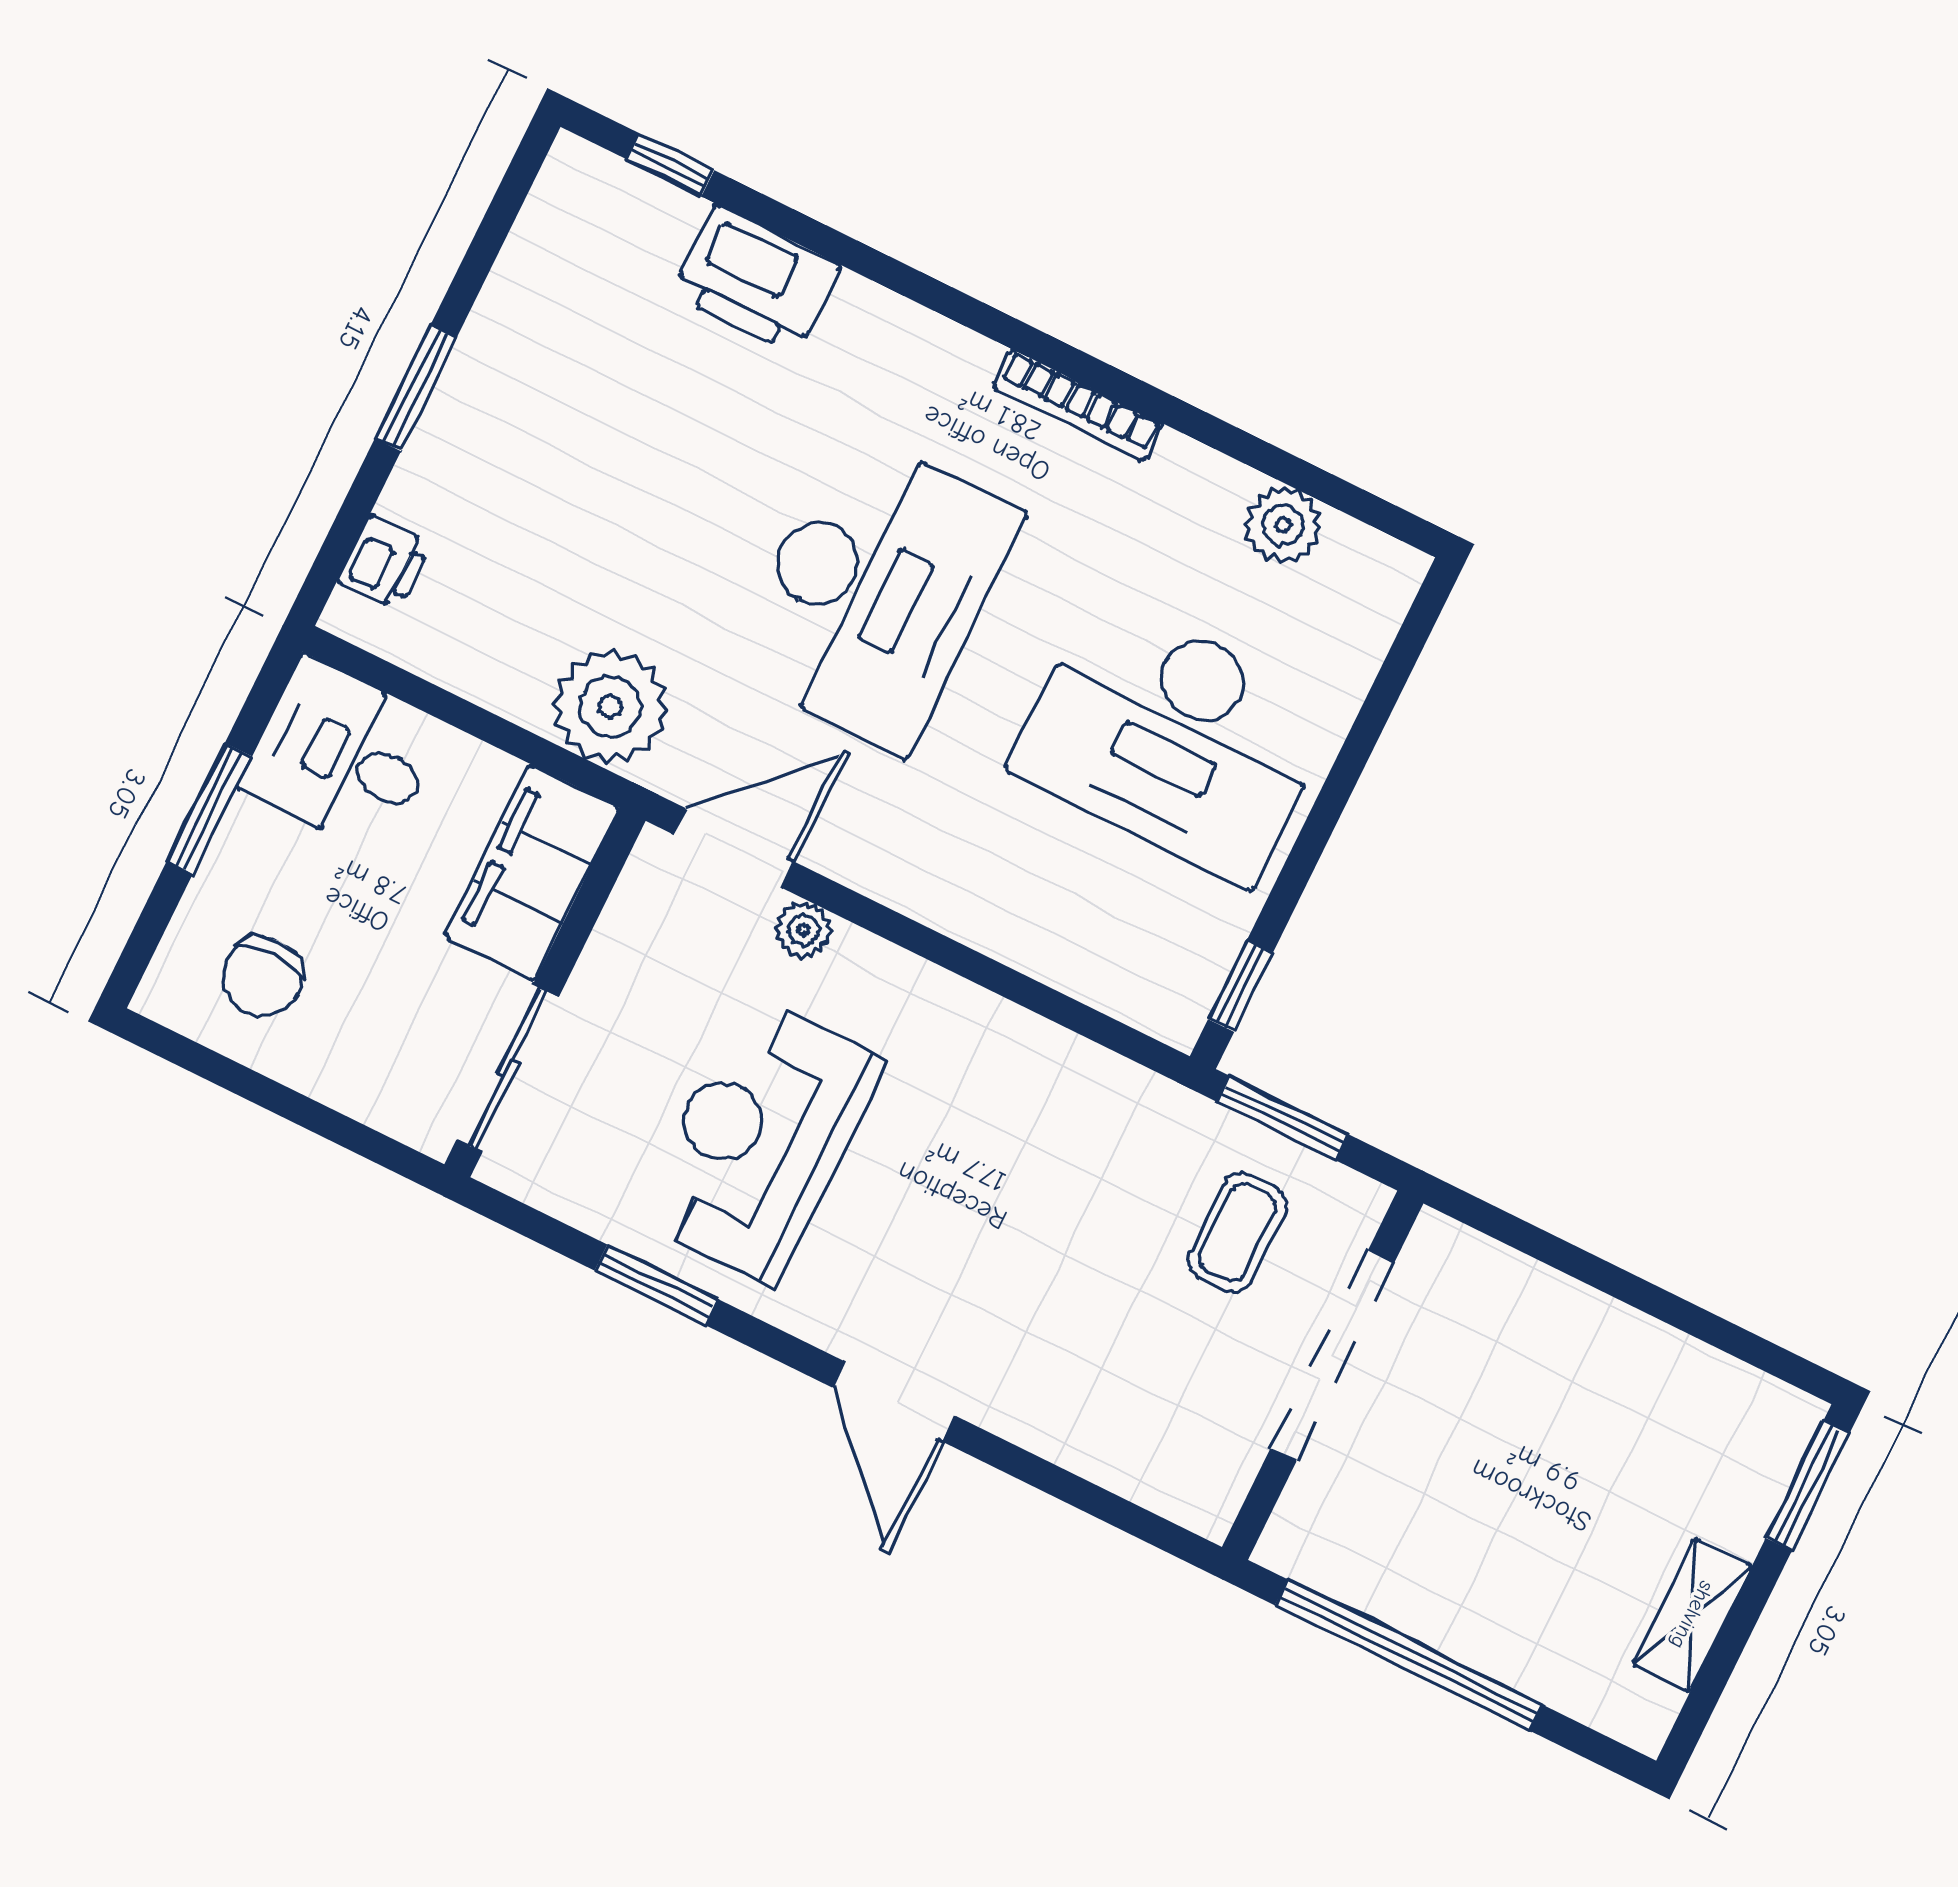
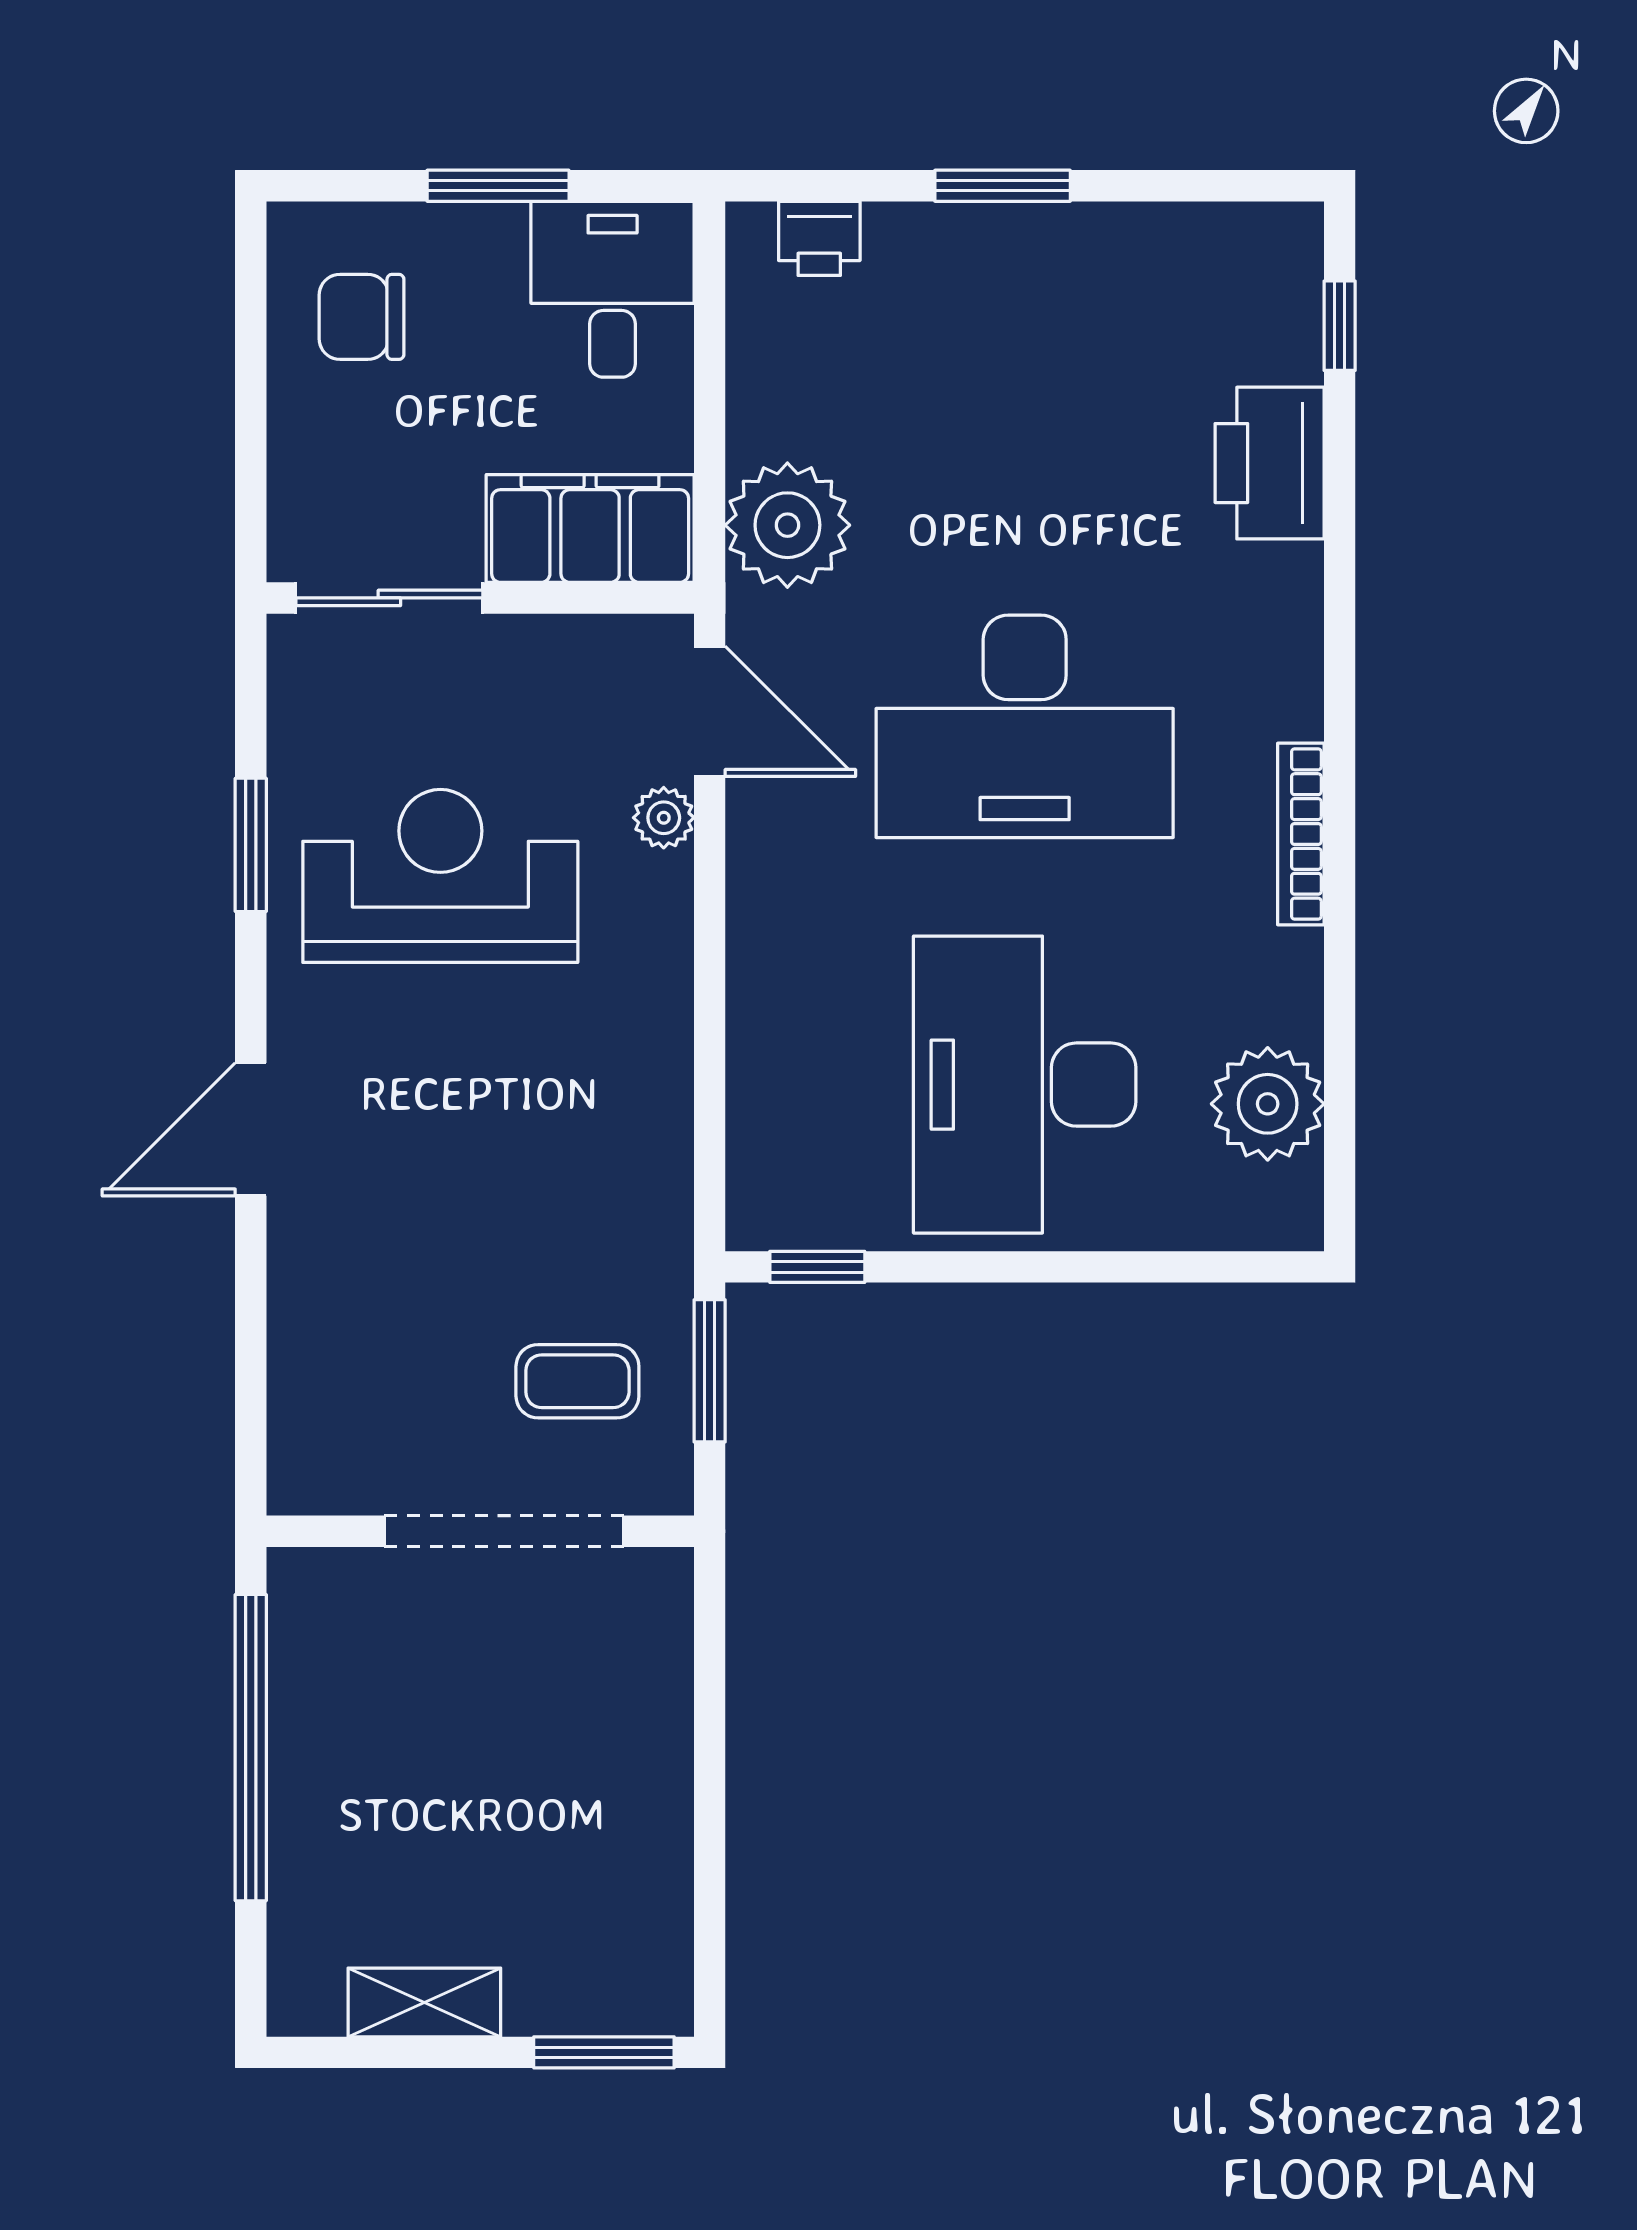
plant: (1283, 525) -> (1268, 1104), width x1.36, depth x1.36

